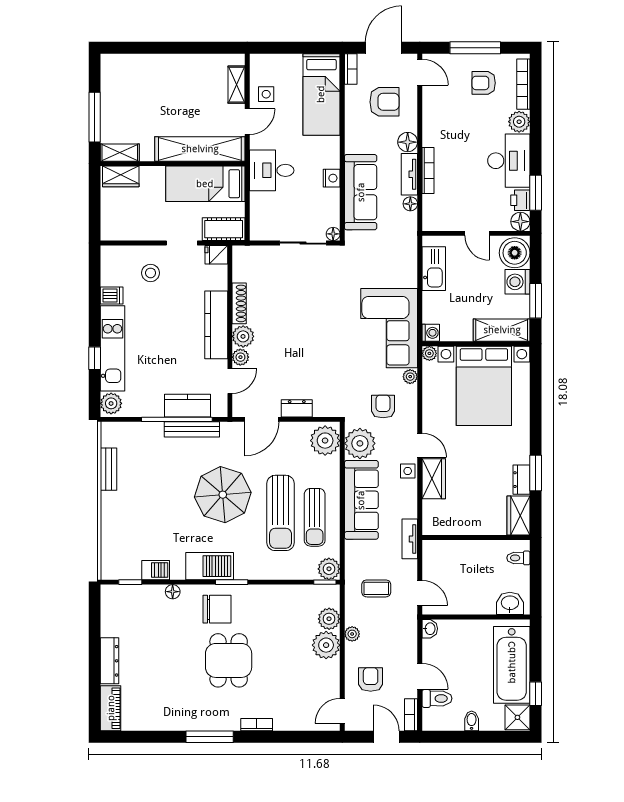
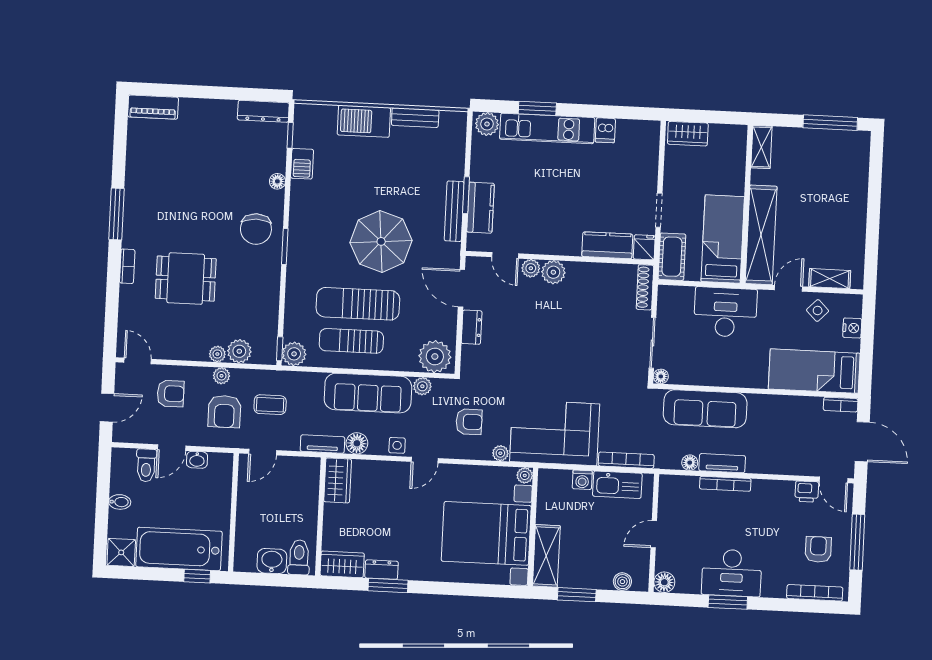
door: (420, 72) -> (834, 480), hinge flipped
side table: (266, 94) -> (818, 310), turned 45
armchair: (384, 102) -> (224, 412), moved
window: (95, 117) -> (830, 123), moved
door: (247, 122) -> (788, 288), swing flipped
plant: (519, 122) -> (774, 586), removed
floor lamp: (408, 142) -> (357, 443), moved
desk: (272, 170) -> (725, 312), width x1.37
wardrobe: (121, 176) -> (688, 134), moved, turned -90
nightstand: (332, 178) -> (852, 328), moved, turned -90
window: (536, 193) -> (728, 602), moved
printer: (520, 200) -> (807, 492), moved, turned 180
boiler: (515, 253) -> (622, 582), width x0.54, depth x0.54
stool: (151, 273) -> (628, 174), removed
washing machine: (517, 282) -> (598, 576), removed
shoe rack: (239, 303) -> (645, 287), moved, turned 90
kitchen counter: (216, 325) -> (607, 245), moved, width x0.67
washing machine: (431, 333) -> (582, 480), moved
window: (95, 358) -> (537, 108), width x1.50
window: (177, 419) -> (466, 195), width x0.47
plant: (360, 443) -> (422, 386), width x0.53, depth x0.53
wardrobe: (434, 479) -> (338, 480), moved, turned -90
toilet: (518, 558) -> (299, 557), width x1.37, depth x1.39
barbecue: (210, 566) -> (364, 121), moved, turned 90
coffee table: (376, 588) -> (270, 405), turned 90
washbasin: (510, 603) -> (272, 561), moved, turned -90
washbasin: (430, 629) -> (197, 460), moved
plant: (326, 645) -> (217, 354), width x0.53, depth x0.53
dining table: (229, 660) -> (186, 279), moved
dresser: (110, 661) -> (263, 111), moved
window: (536, 694) -> (197, 576), moved
bookcase: (411, 715) -> (626, 460), moved, width x1.56

